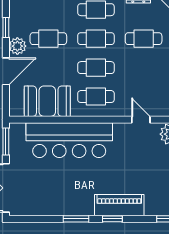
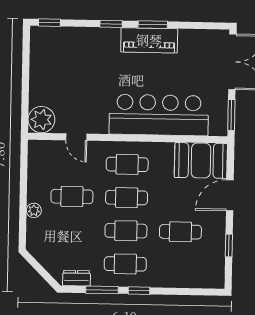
cafe table: (144, 39) -> (72, 197), moved
plant: (17, 46) -> (216, 224), removed
booth: (47, 101) -> (201, 160), moved
piano: (119, 205) -> (149, 40), moved

